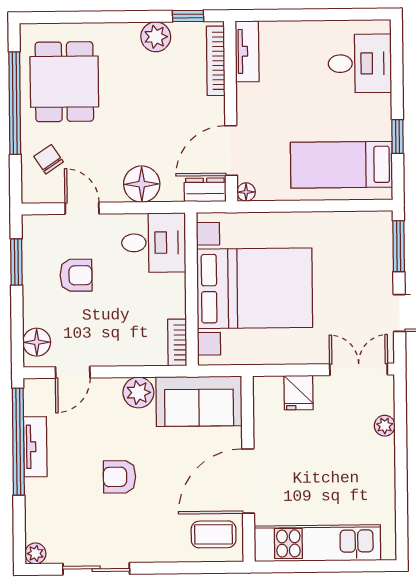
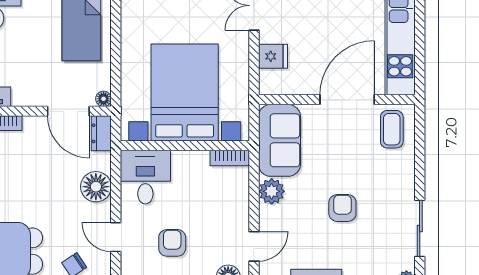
door: (82, 208) -> (116, 237), hinge flipped
door: (73, 372) -> (254, 246), hinge flipped
armchair: (119, 477) -> (342, 208), turned 180
door: (248, 481) -> (347, 100), swing flipped

